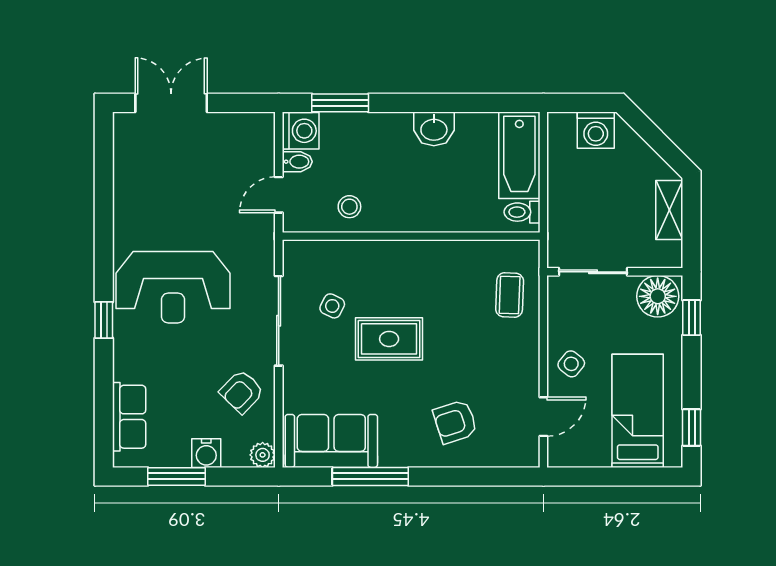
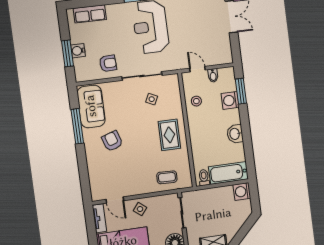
washing machine: (596, 130) -> (242, 191), moved
washing machine: (301, 131) -> (230, 100), moved, turned 90
rug: (389, 339) -> (169, 135), moved
armchair: (242, 392) -> (108, 63), turned 134
armchair: (455, 422) -> (112, 141), moved
plant: (263, 455) -> (81, 76), removed
tv unit: (579, 456) -> (99, 218), added
window: (177, 476) -> (67, 53), moved

